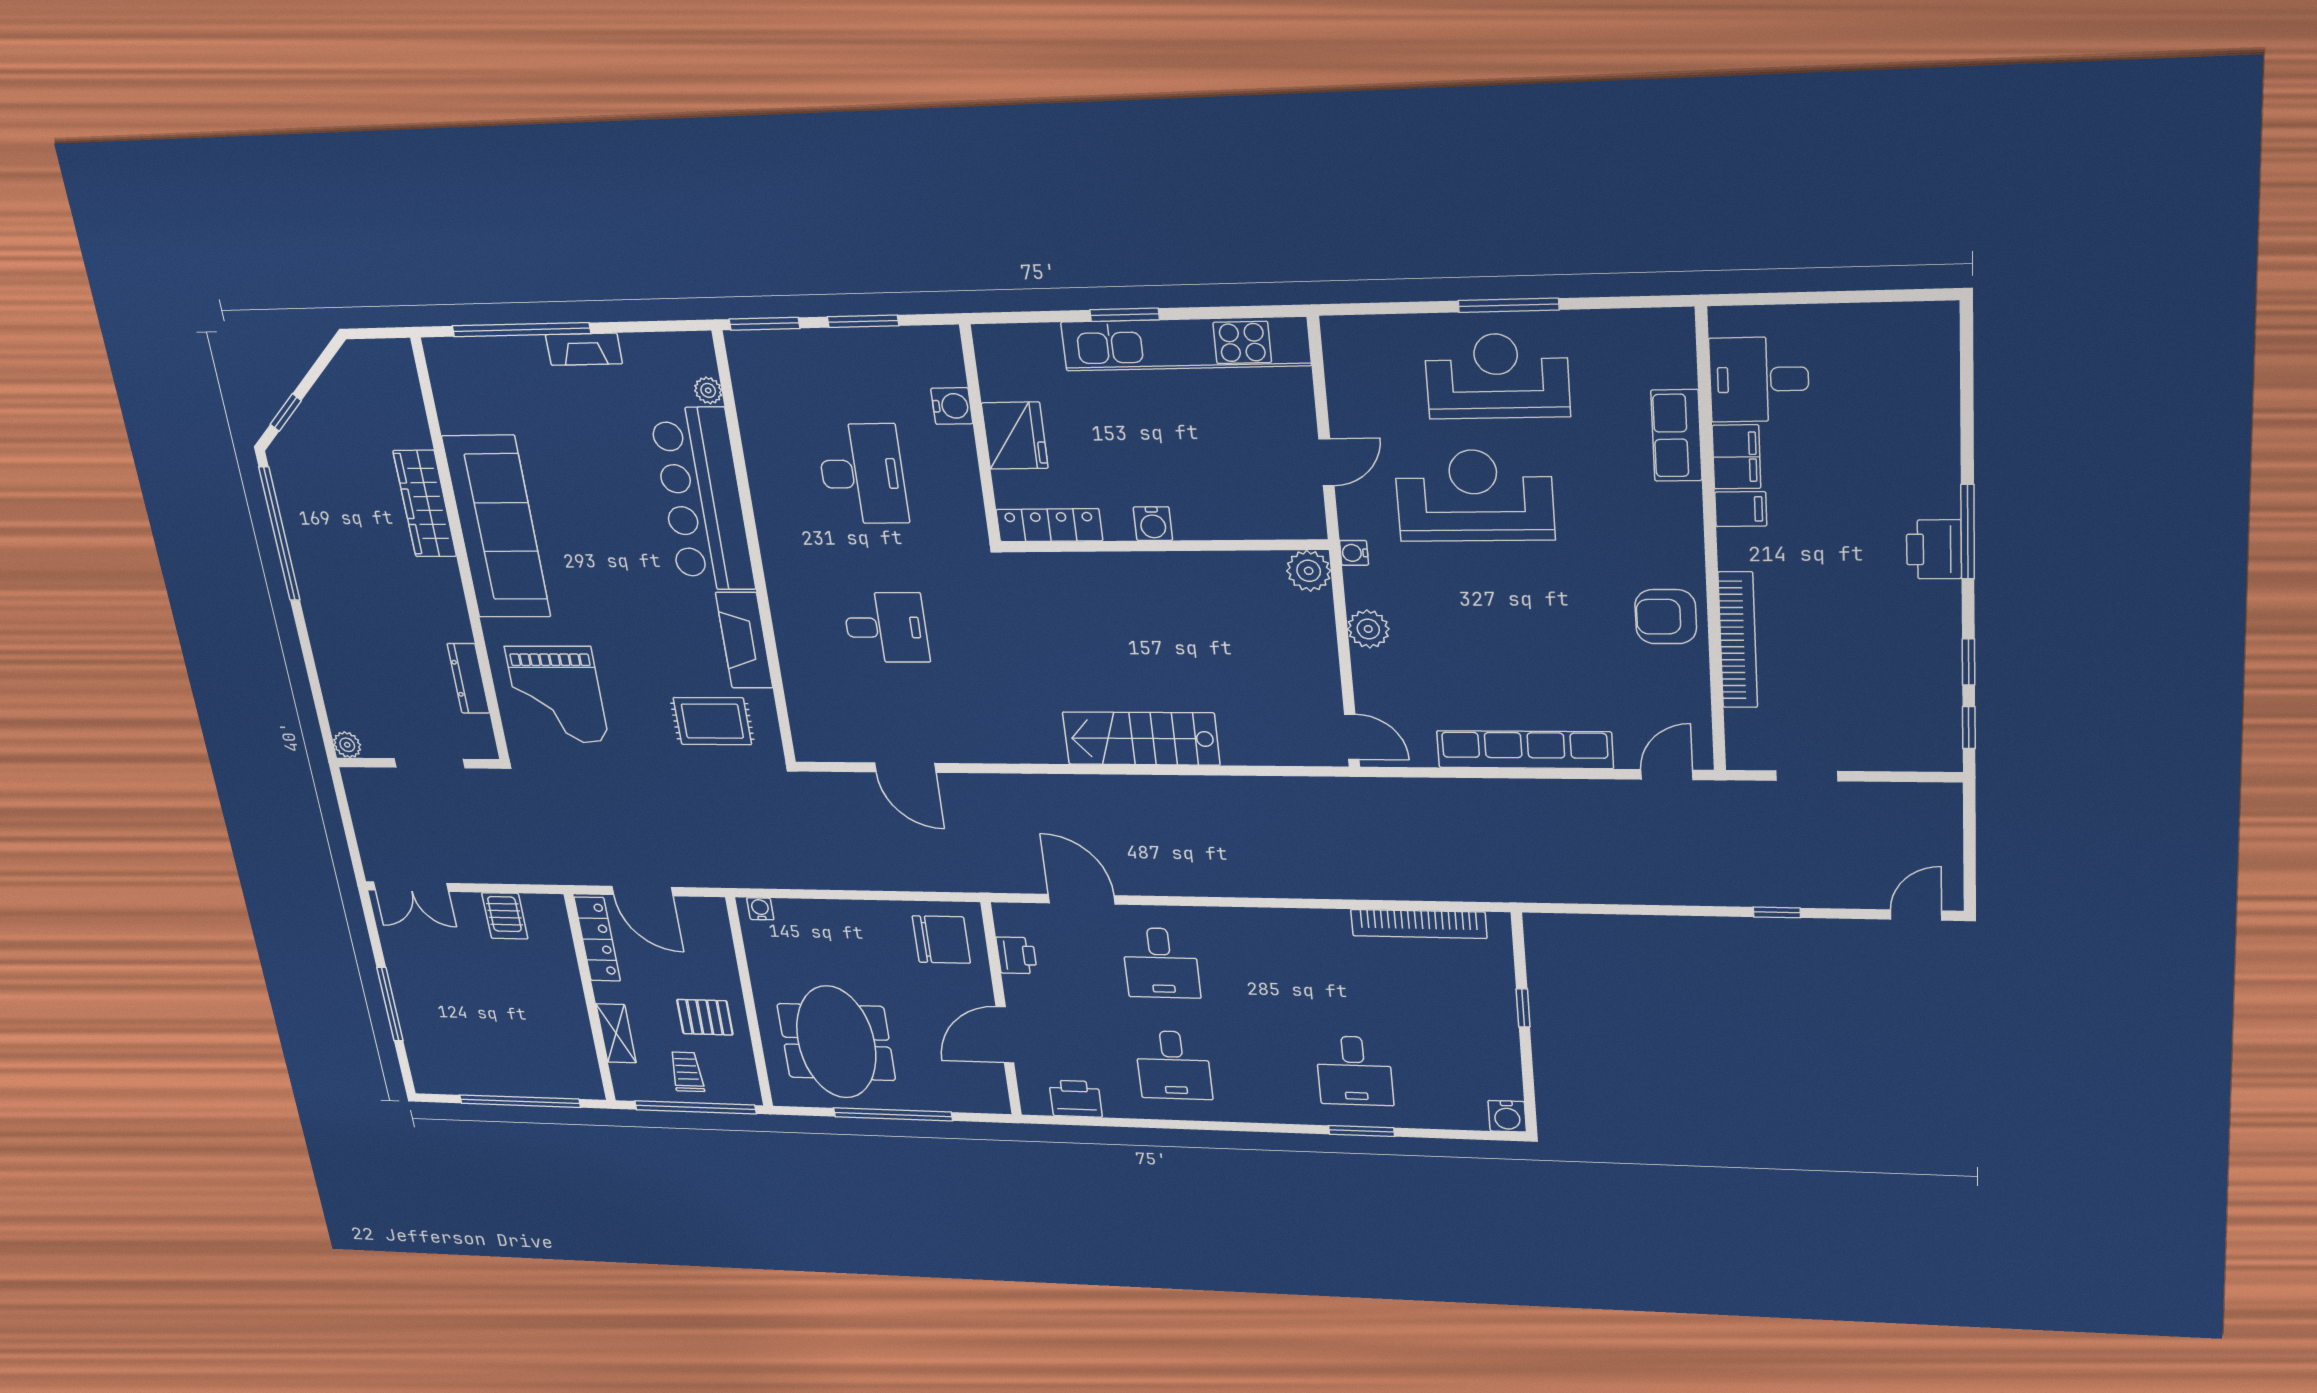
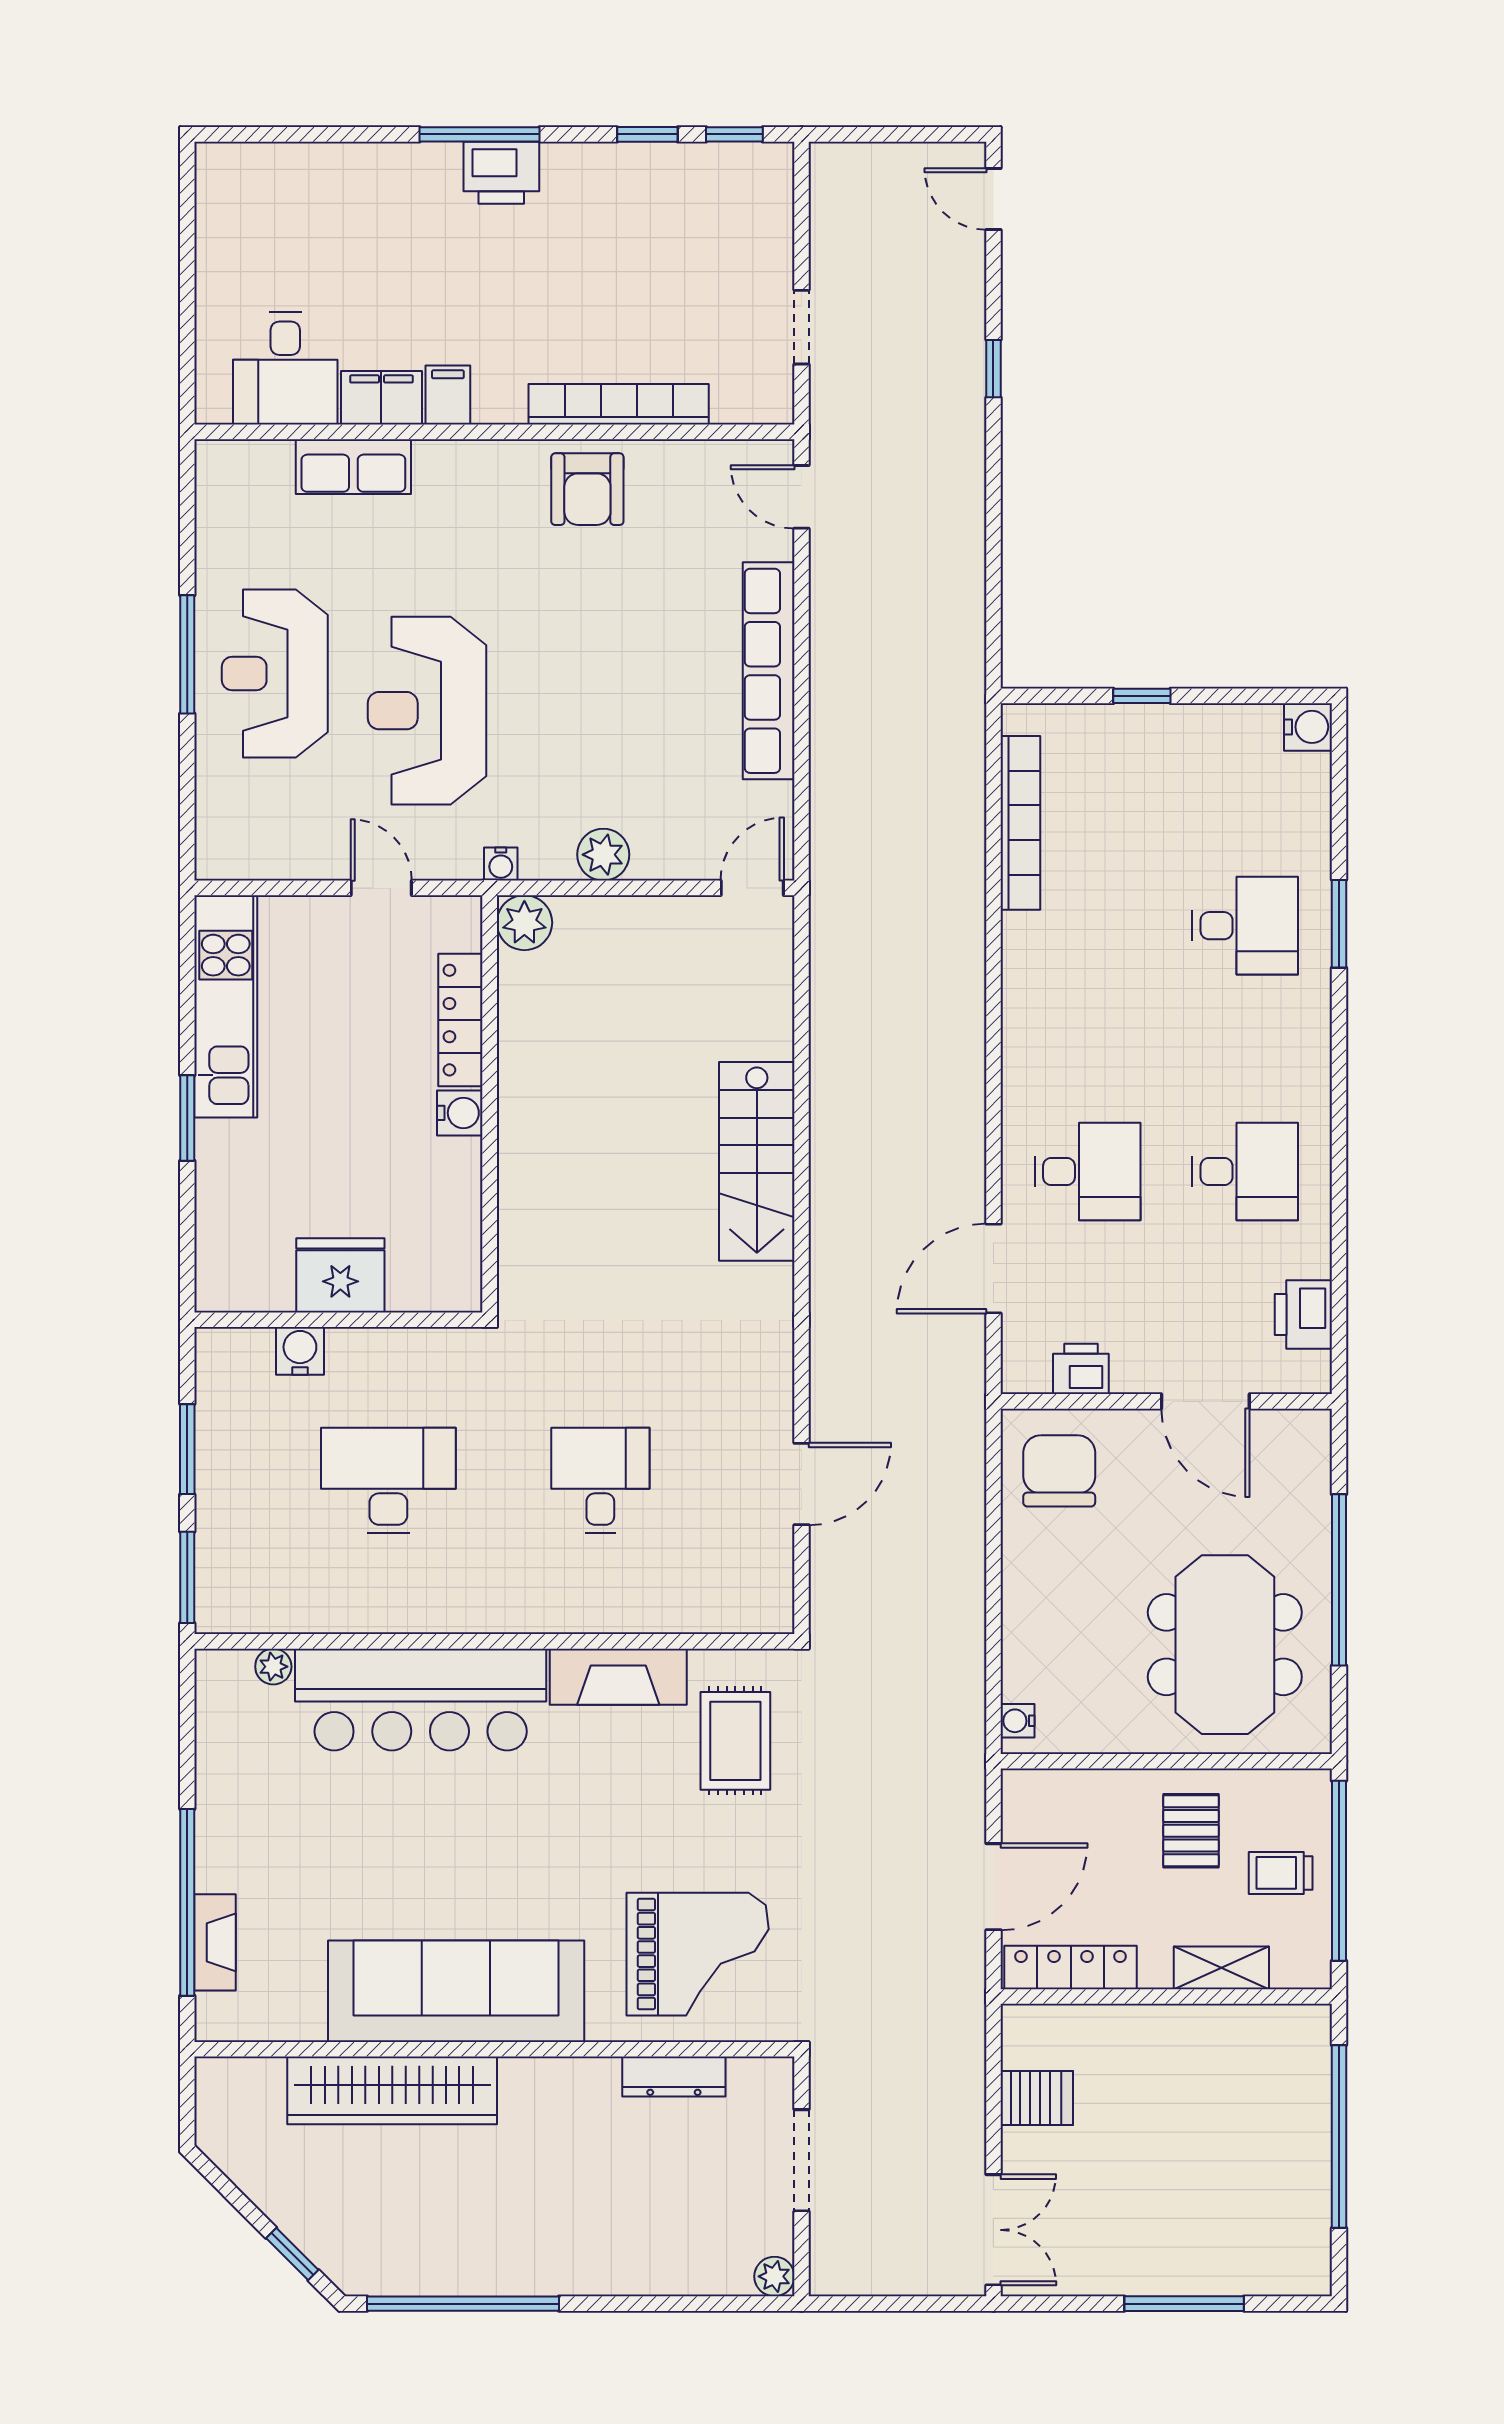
kitchen unit: (1185, 344) -> (226, 1006), width x0.73
fireplace: (584, 349) -> (215, 1942), moved
wardrobe: (425, 504) -> (392, 2090), width x1.40, depth x1.17
locker: (1049, 525) -> (460, 1020), moved
meeting table: (836, 1042) -> (1225, 1645), turned 90

